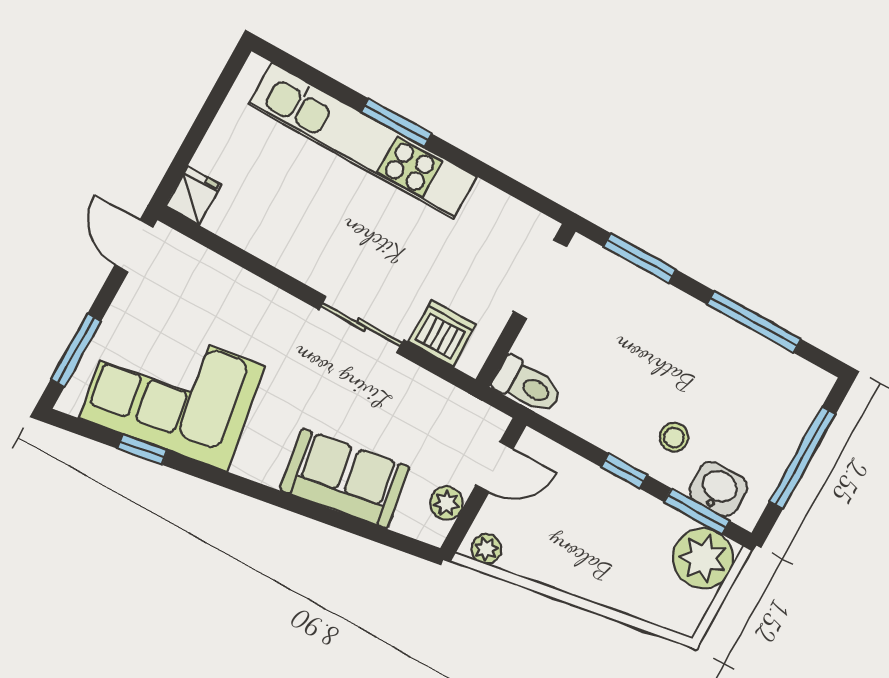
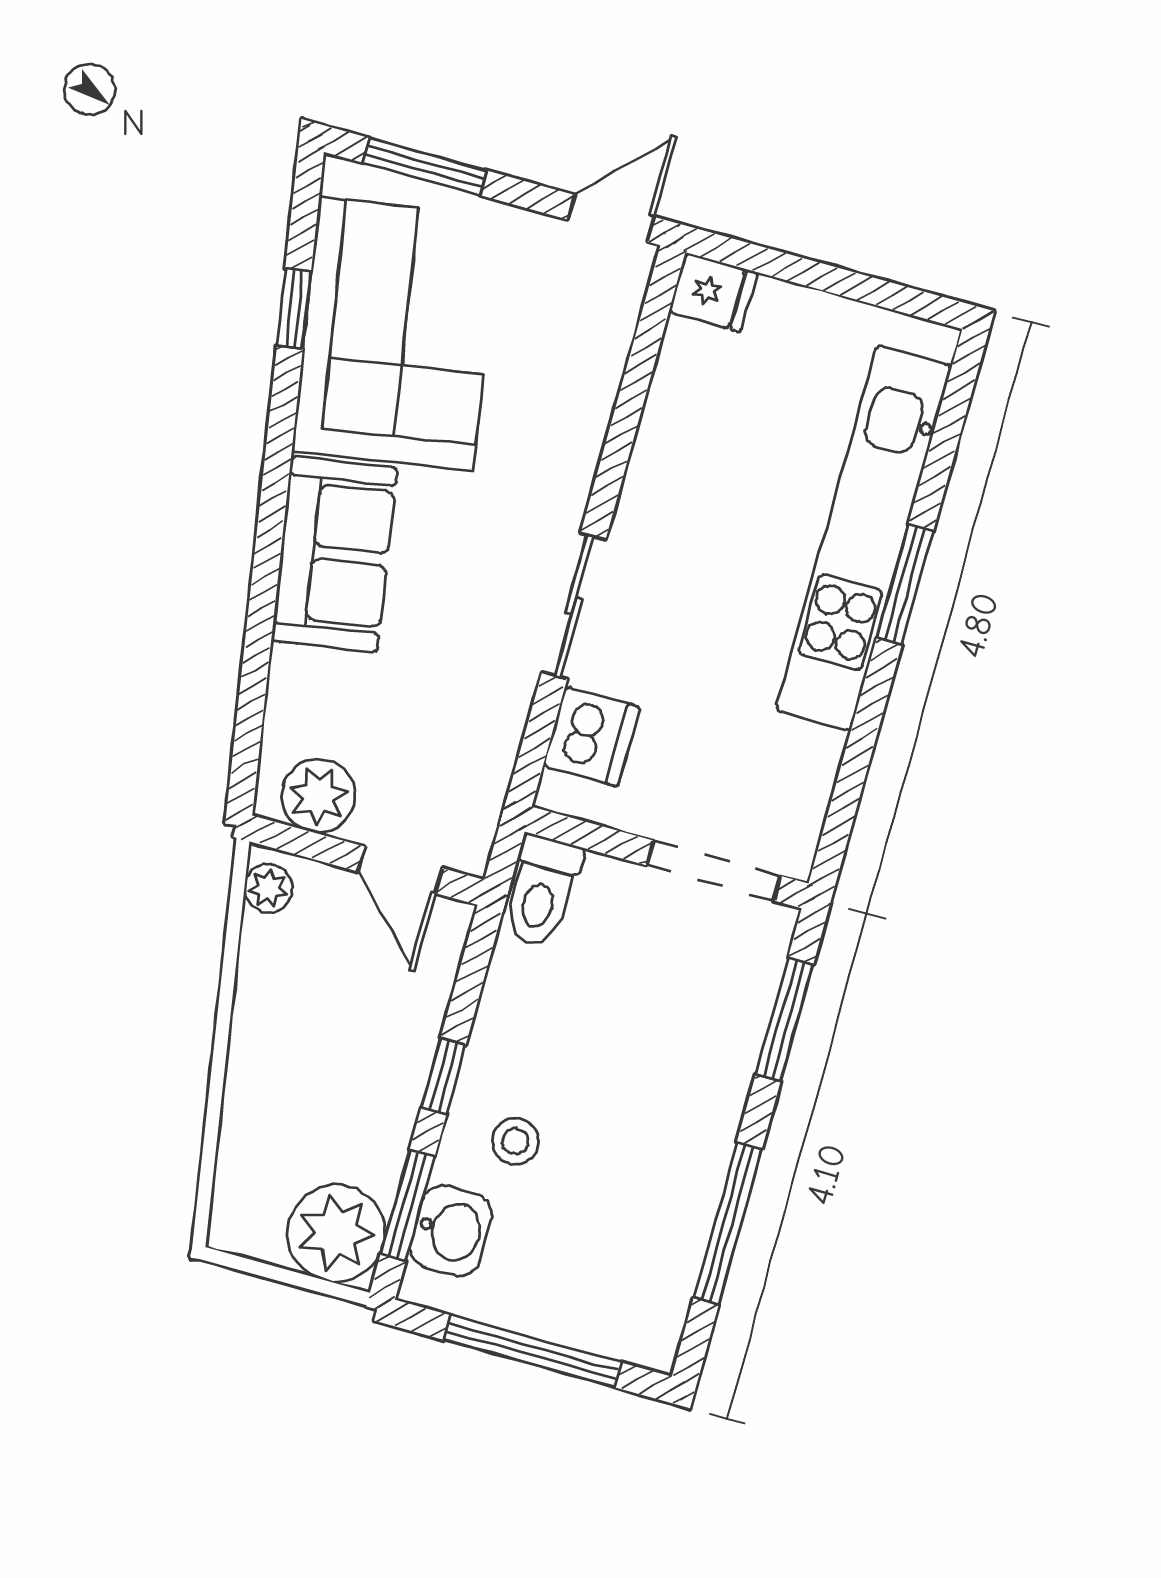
sofa: (345, 479) -> (334, 554), moved
plant: (446, 503) -> (318, 796), width x1.38, depth x1.38

